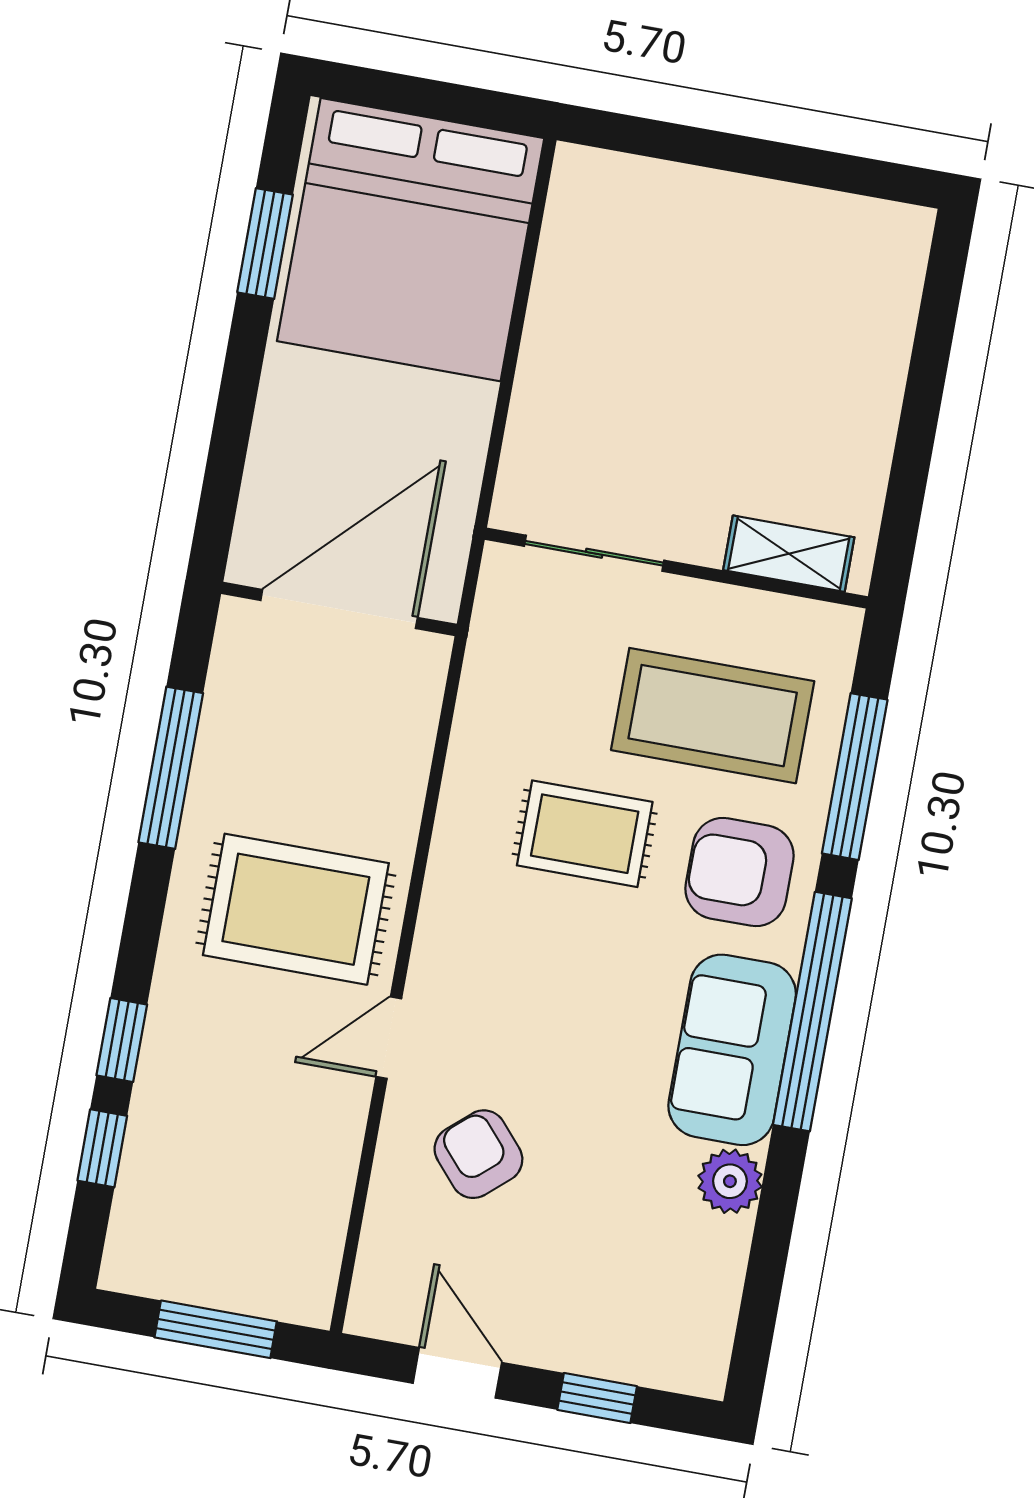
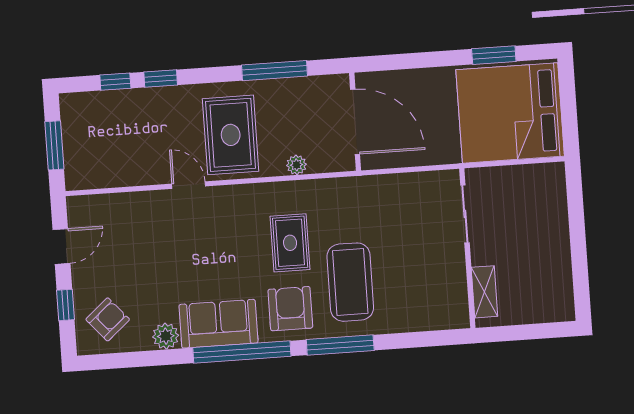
sliding door: (594, 553) -> (465, 214), moved
shelving: (789, 554) -> (484, 292), moved
wall: (676, 568) -> (467, 248), moved
plant: (405, 772) -> (296, 165), added
armchair: (478, 1154) -> (108, 319), moved

